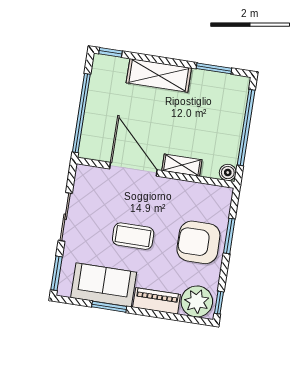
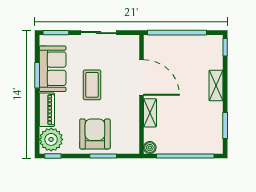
shelving: (159, 75) -> (216, 86), width x0.67, depth x0.75
door: (133, 169) -> (141, 77), hinge flipped

